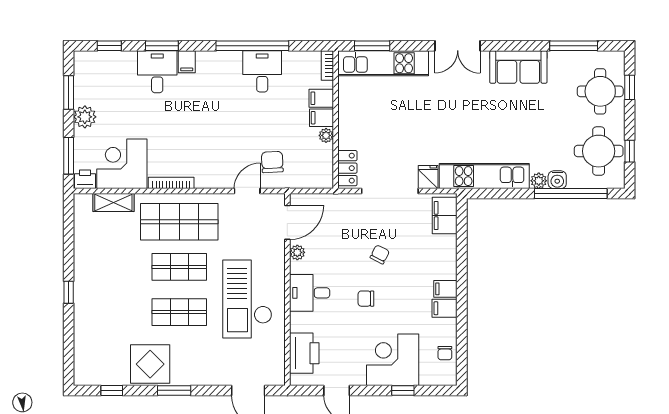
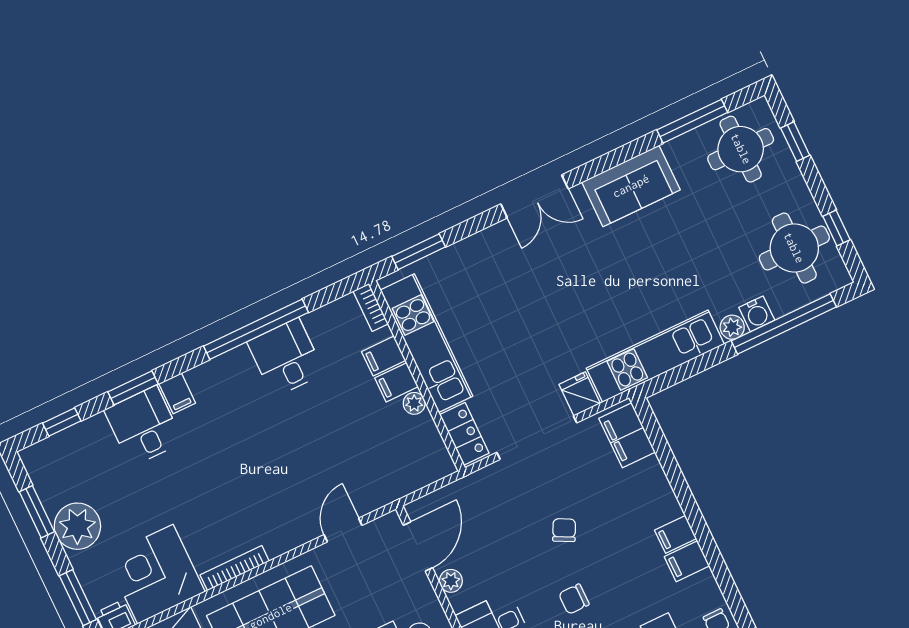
kitchen unit: (383, 63) -> (426, 343), moved, turned -90
round table: (600, 91) -> (741, 149), moved
plant: (85, 117) -> (77, 526), width x1.36, depth x1.36
chair: (272, 162) -> (358, 474), removed

